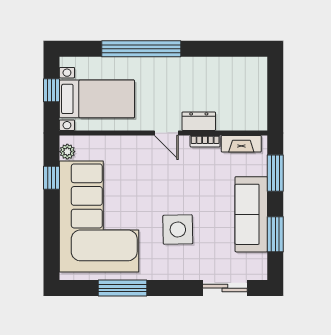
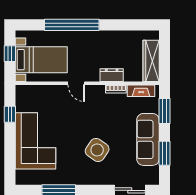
wardrobe: (256, 101) -> (151, 61), added
door: (166, 133) -> (76, 83), moved
plant: (67, 152) -> (21, 96), removed
corner sofa: (99, 217) -> (35, 141), width x0.73, depth x0.74
side table: (178, 230) -> (97, 150), turned 36

